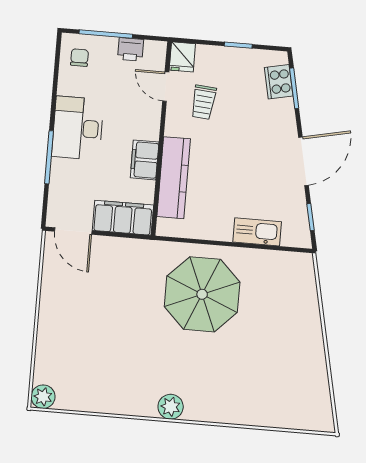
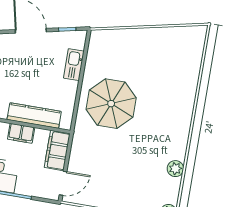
plant: (171, 407) -> (175, 169), moved

